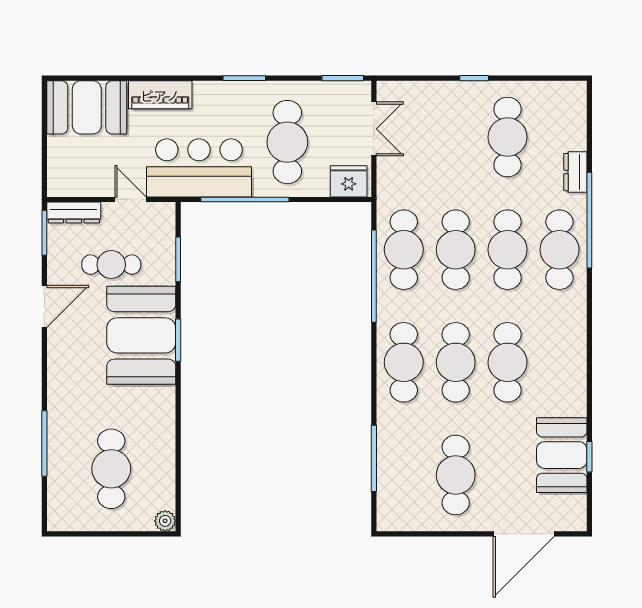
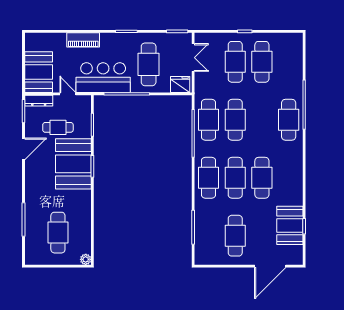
booth: (87, 107) -> (39, 72), moved, turned 90
dresser: (575, 172) -> (297, 80), removed
cafe table: (508, 250) -> (235, 62), moved

